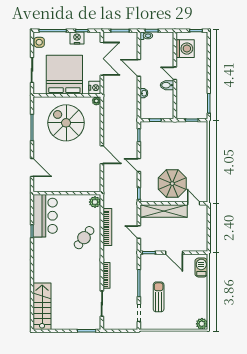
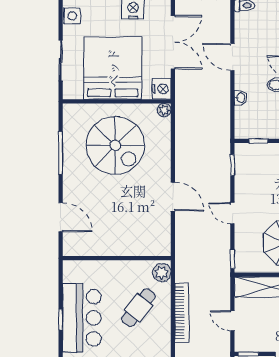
spiral stairs: (66, 123) -> (115, 145), turned 180
bar counter: (45, 216) -> (82, 318), moved
cafe table: (84, 238) -> (138, 308), moved

